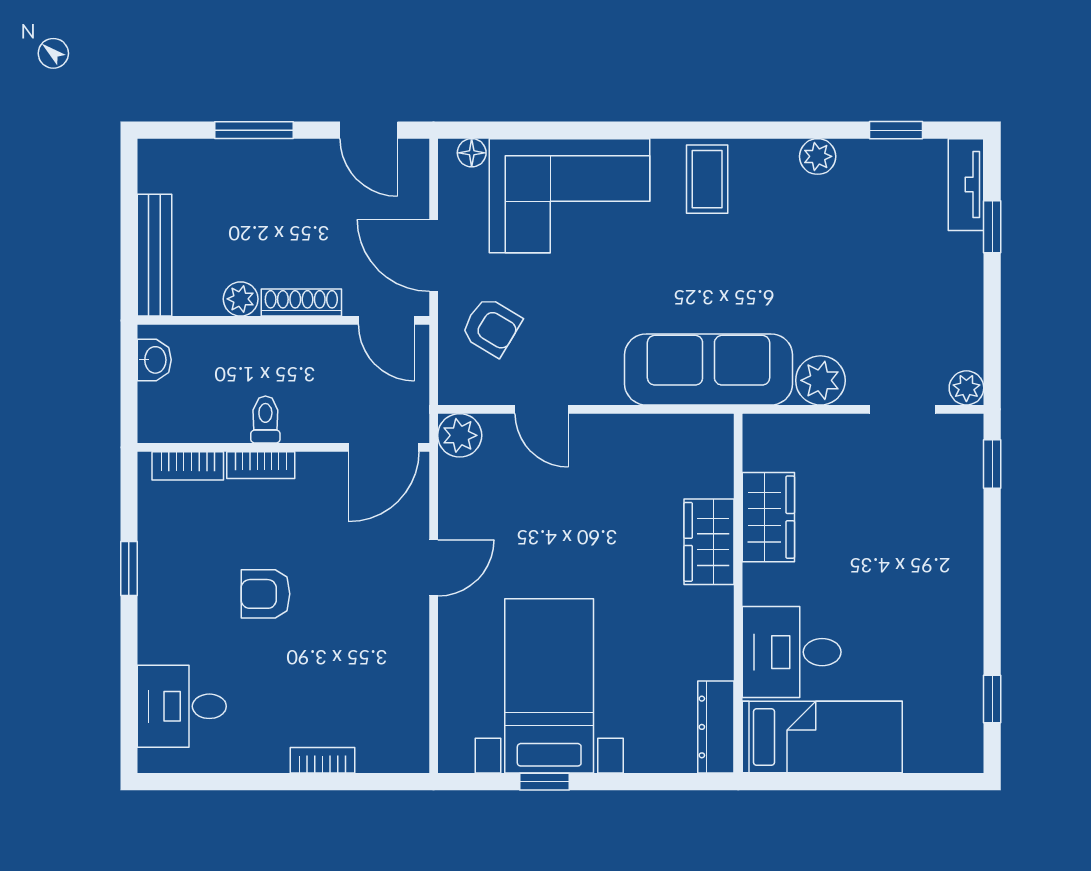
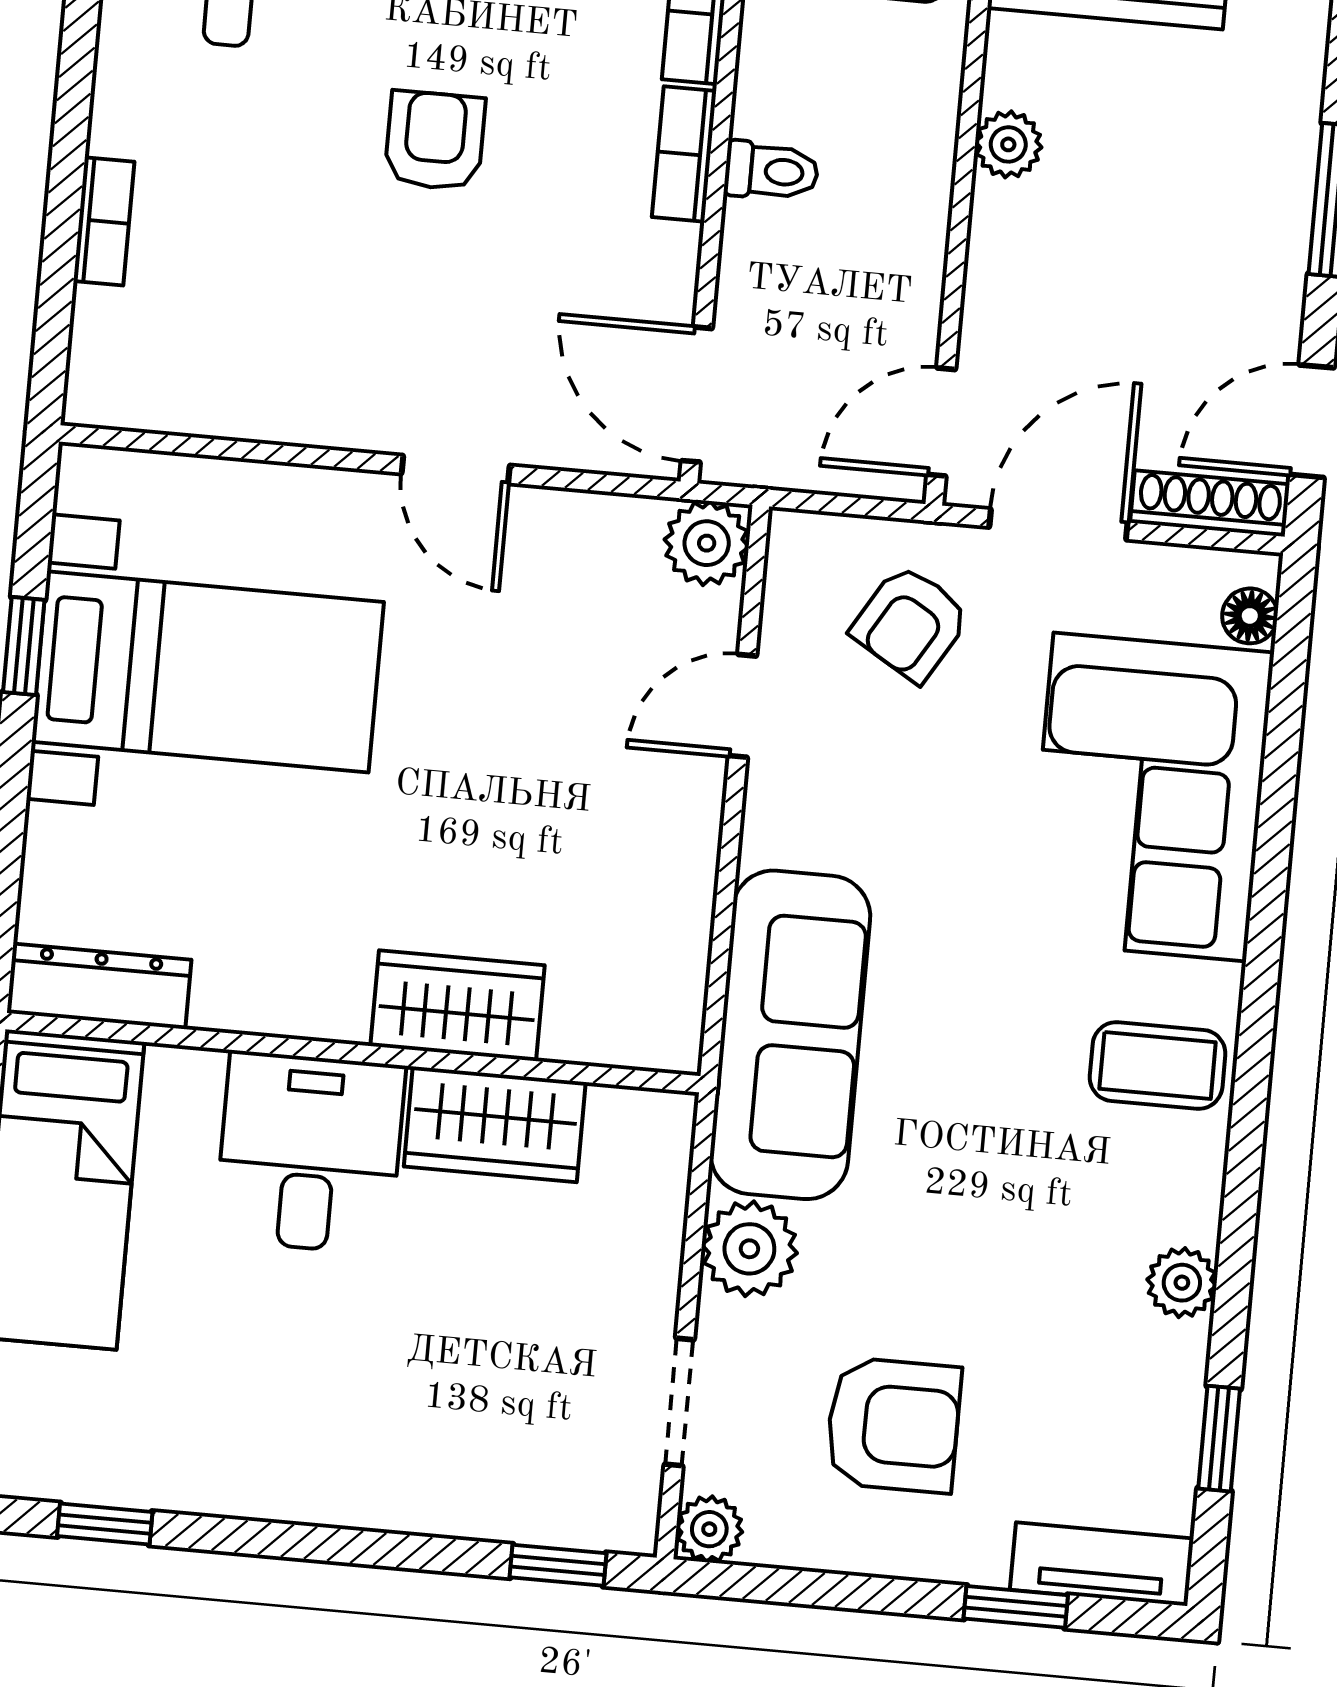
armchair: (904, 298) -> (893, 1425), added
shoe rack: (301, 303) -> (1210, 503), moved, turned -90
desk: (792, 652) -> (310, 1153), moved

